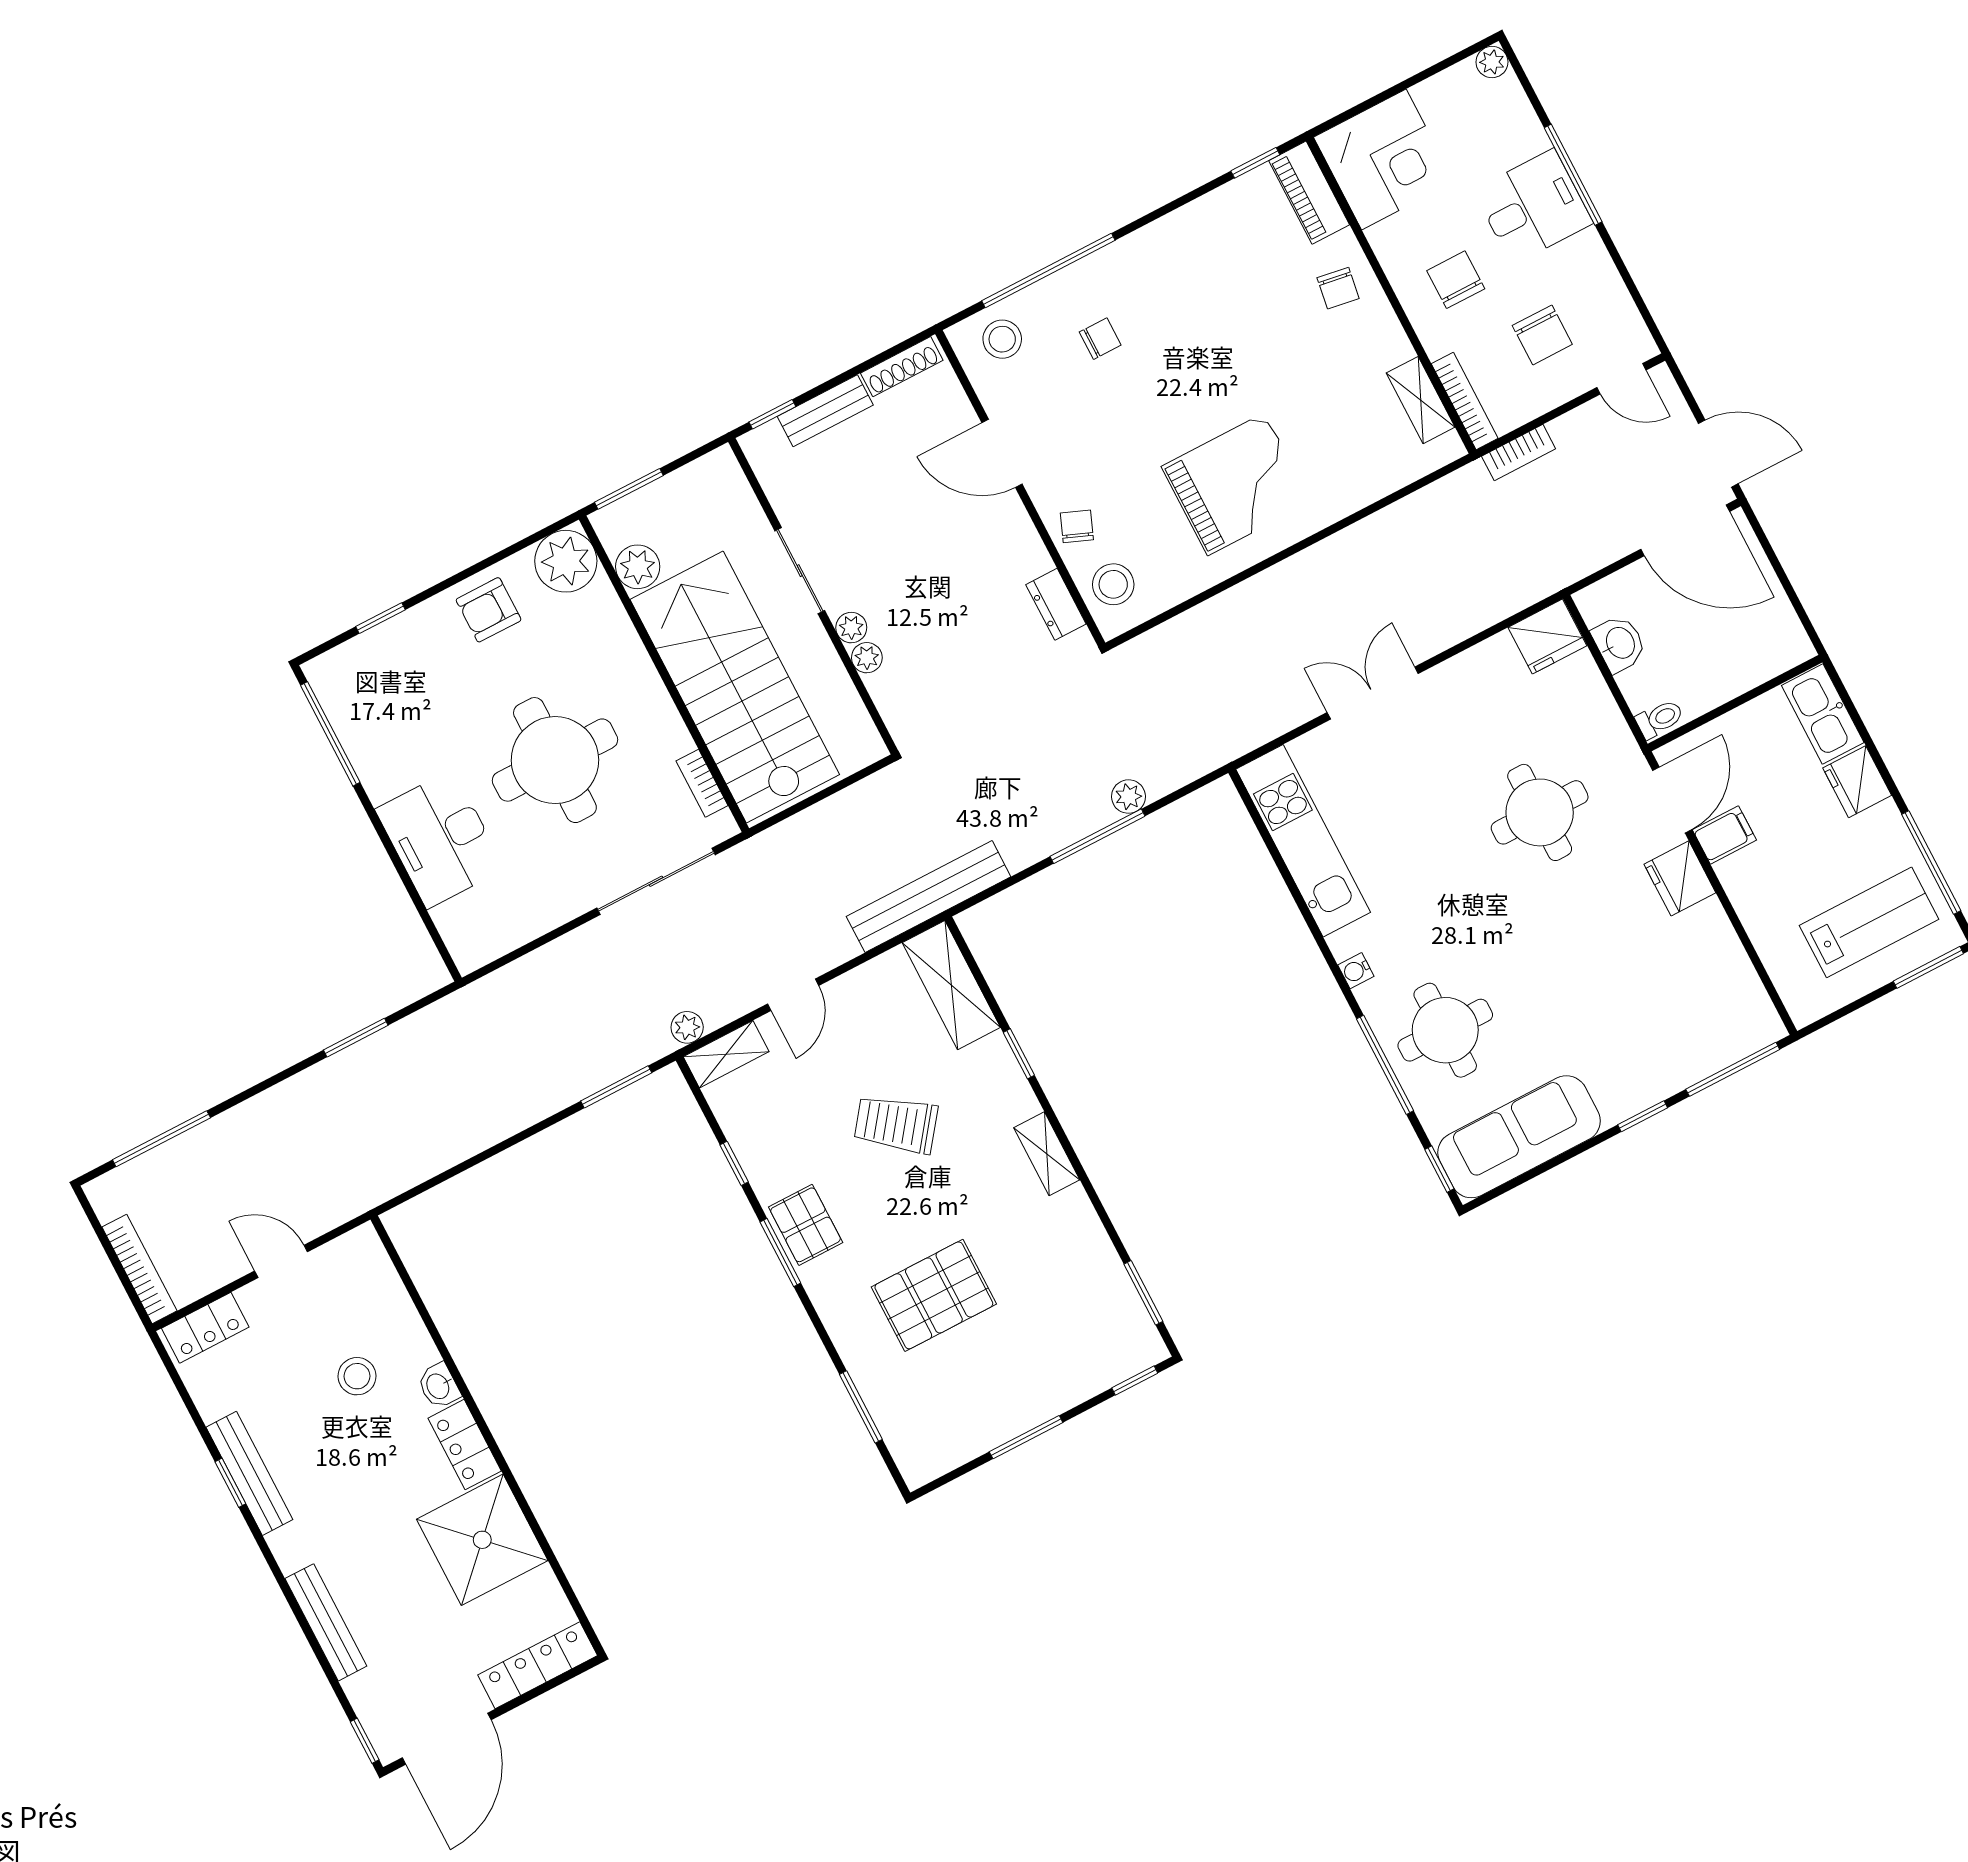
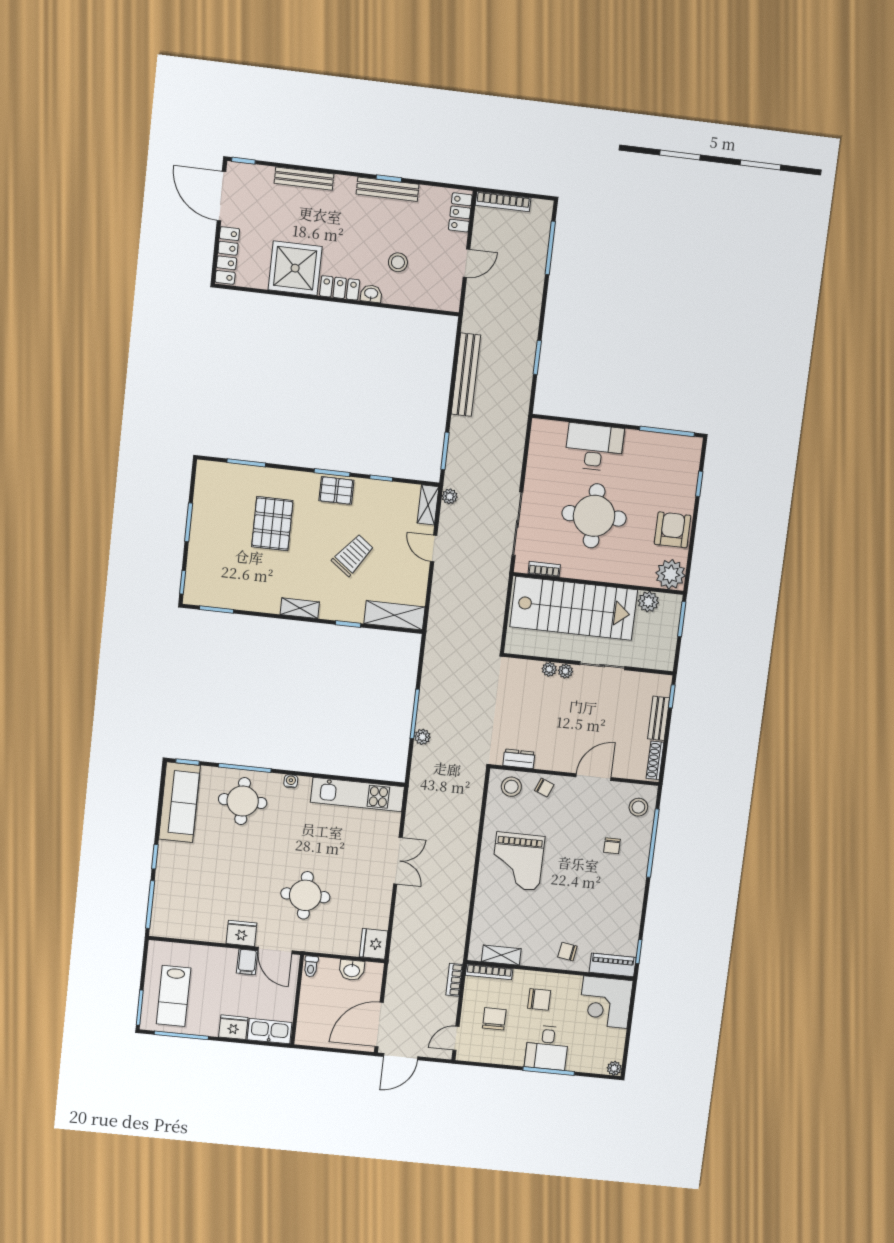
chair: (1542, 335) -> (494, 1019), turned 90
armchair: (489, 610) -> (673, 530), width x1.38, depth x1.38
bench: (929, 897) -> (466, 375), moved

